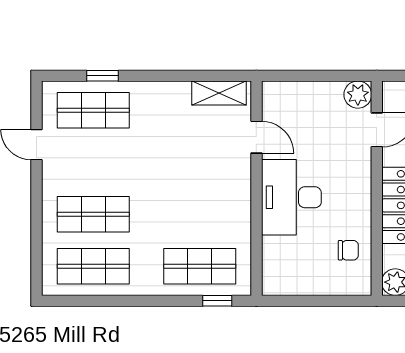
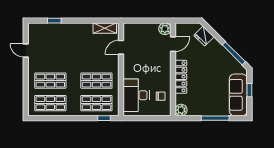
shop shelf: (93, 110) -> (96, 81), moved
door: (256, 137) -> (121, 47), swing flipped
desk: (291, 197) -> (136, 95), moved

